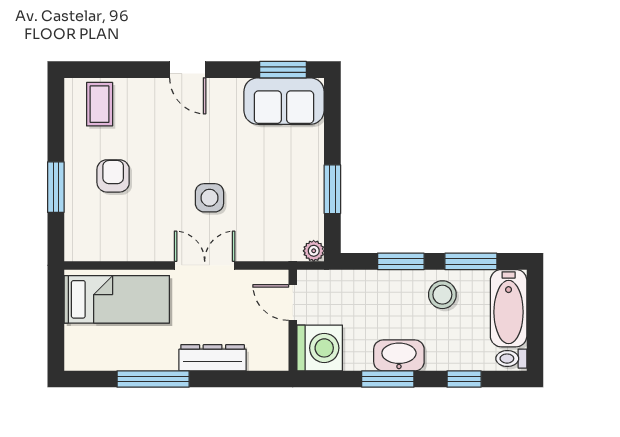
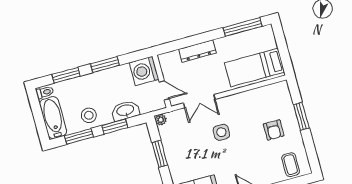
double door: (205, 265) -> (199, 101), moved
washbasin: (399, 355) -> (125, 111), moved, turned 180
window: (153, 379) -> (243, 27), moved
window: (464, 379) -> (66, 75), width x1.50

